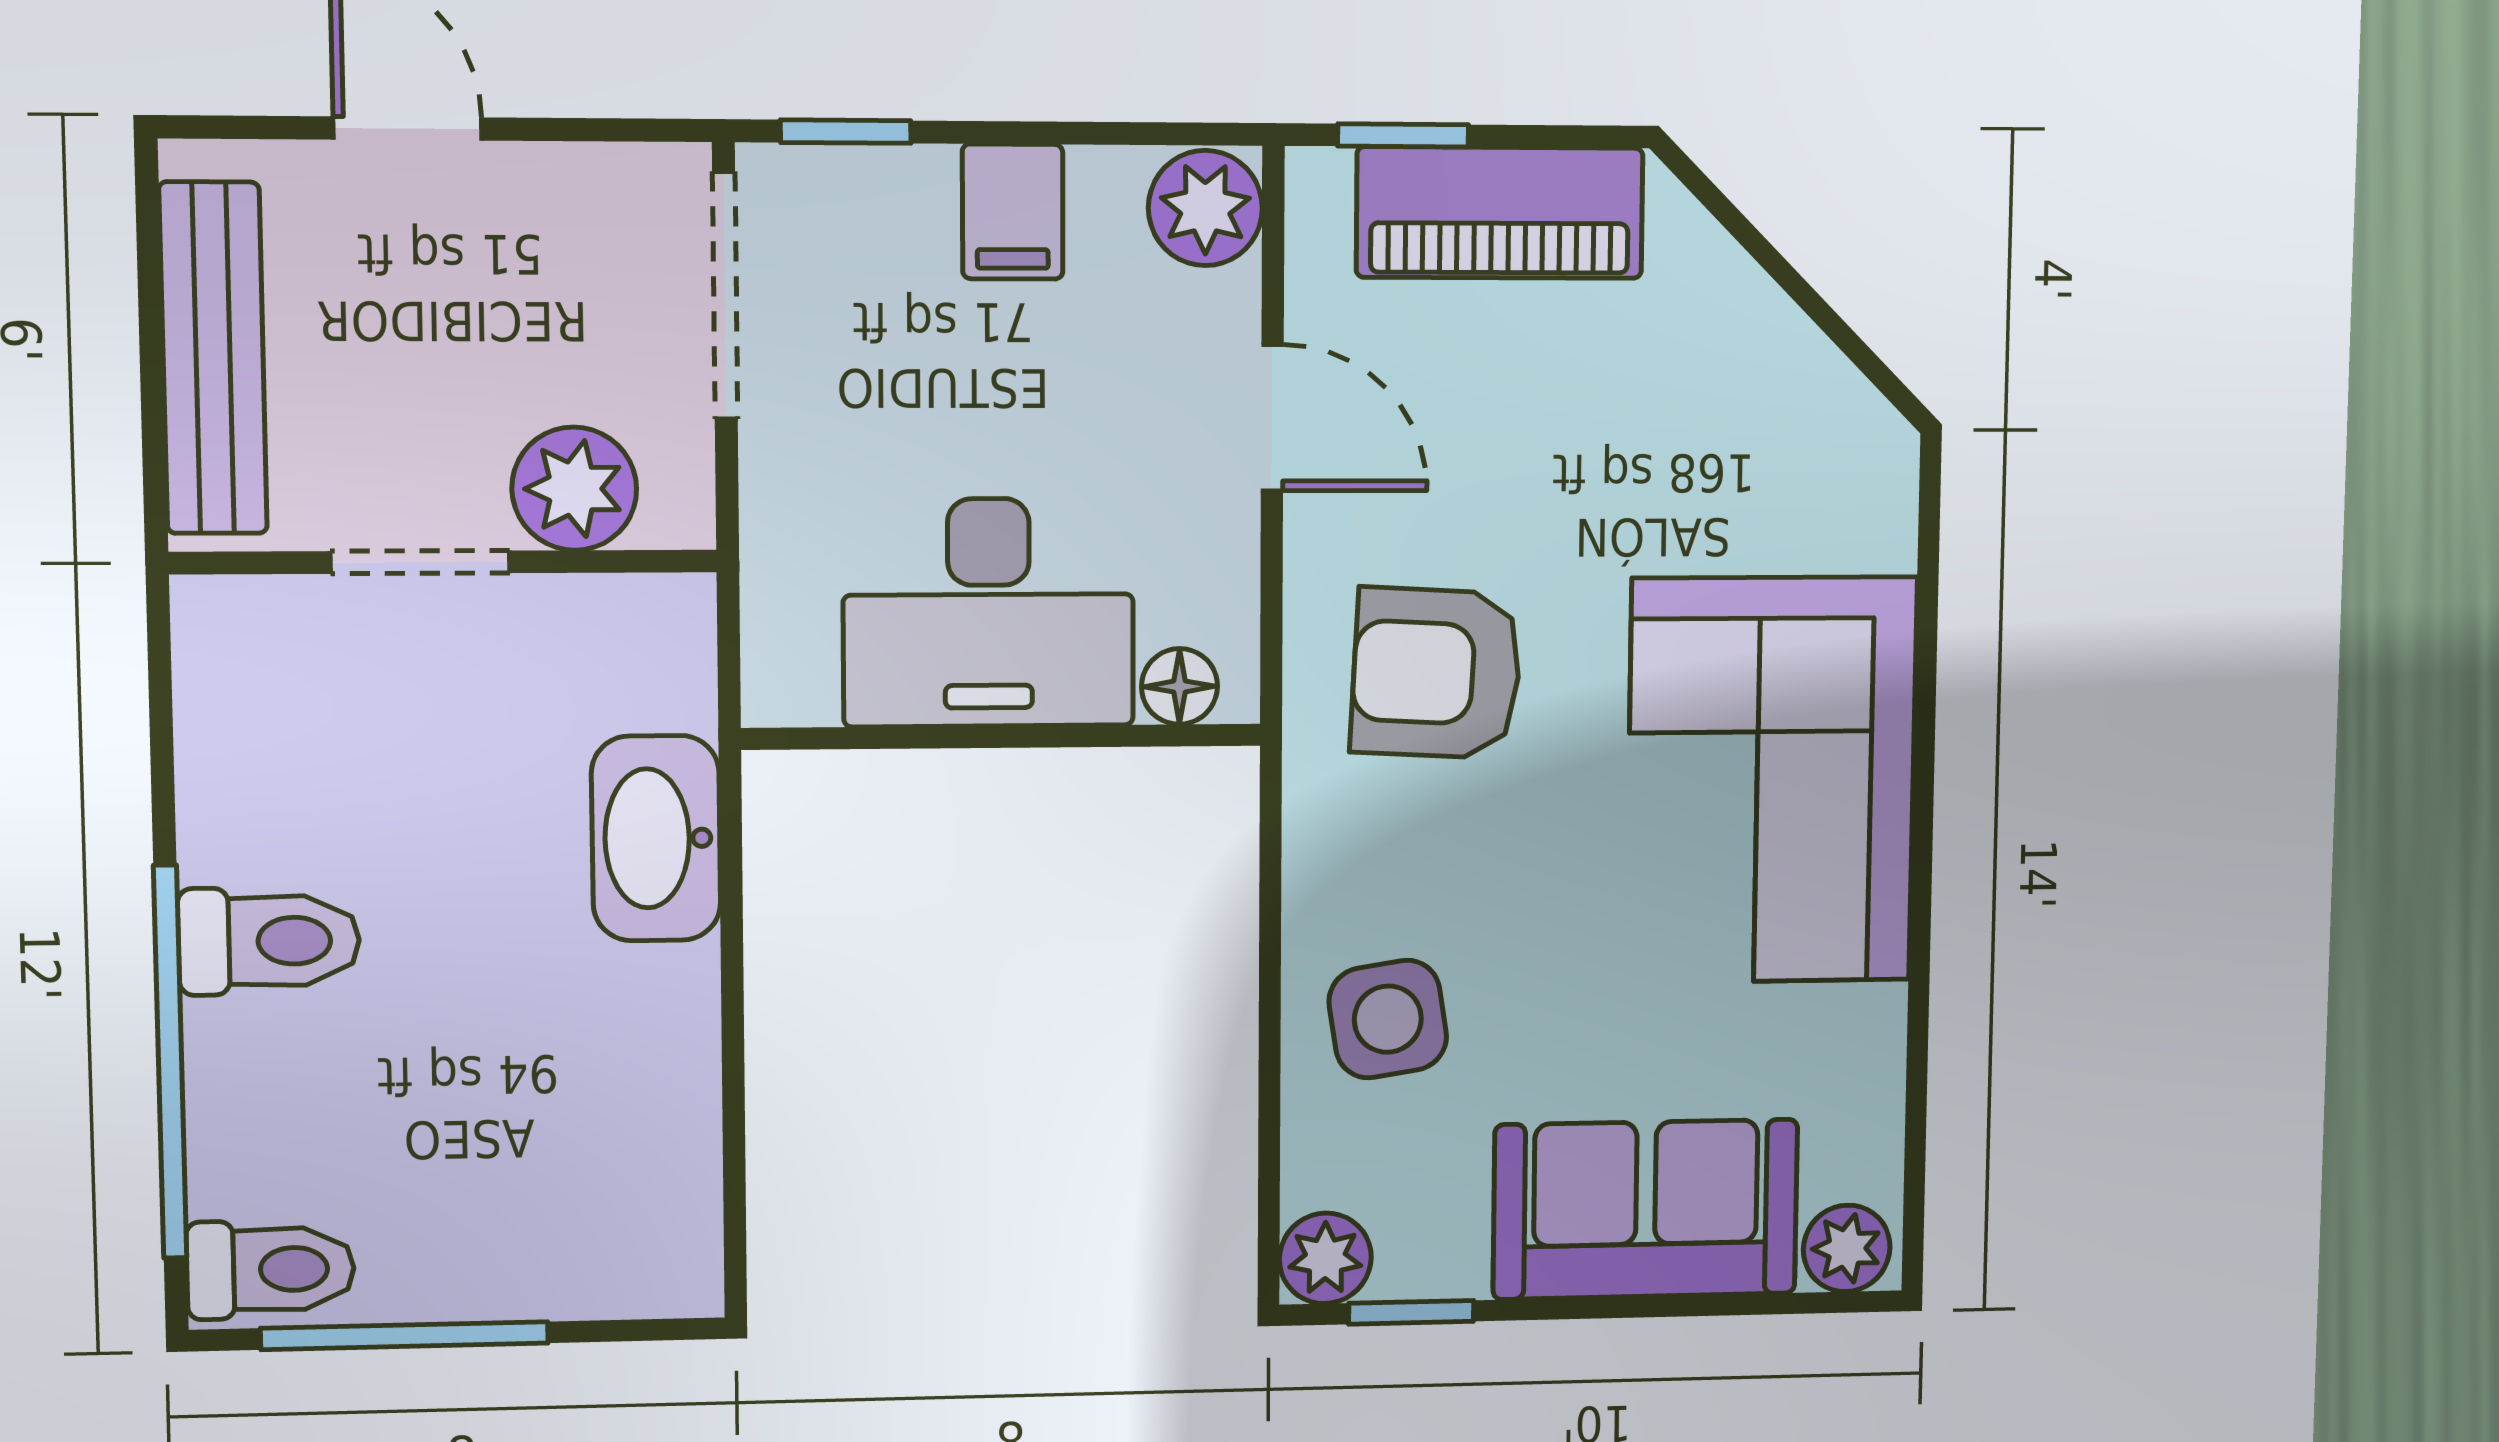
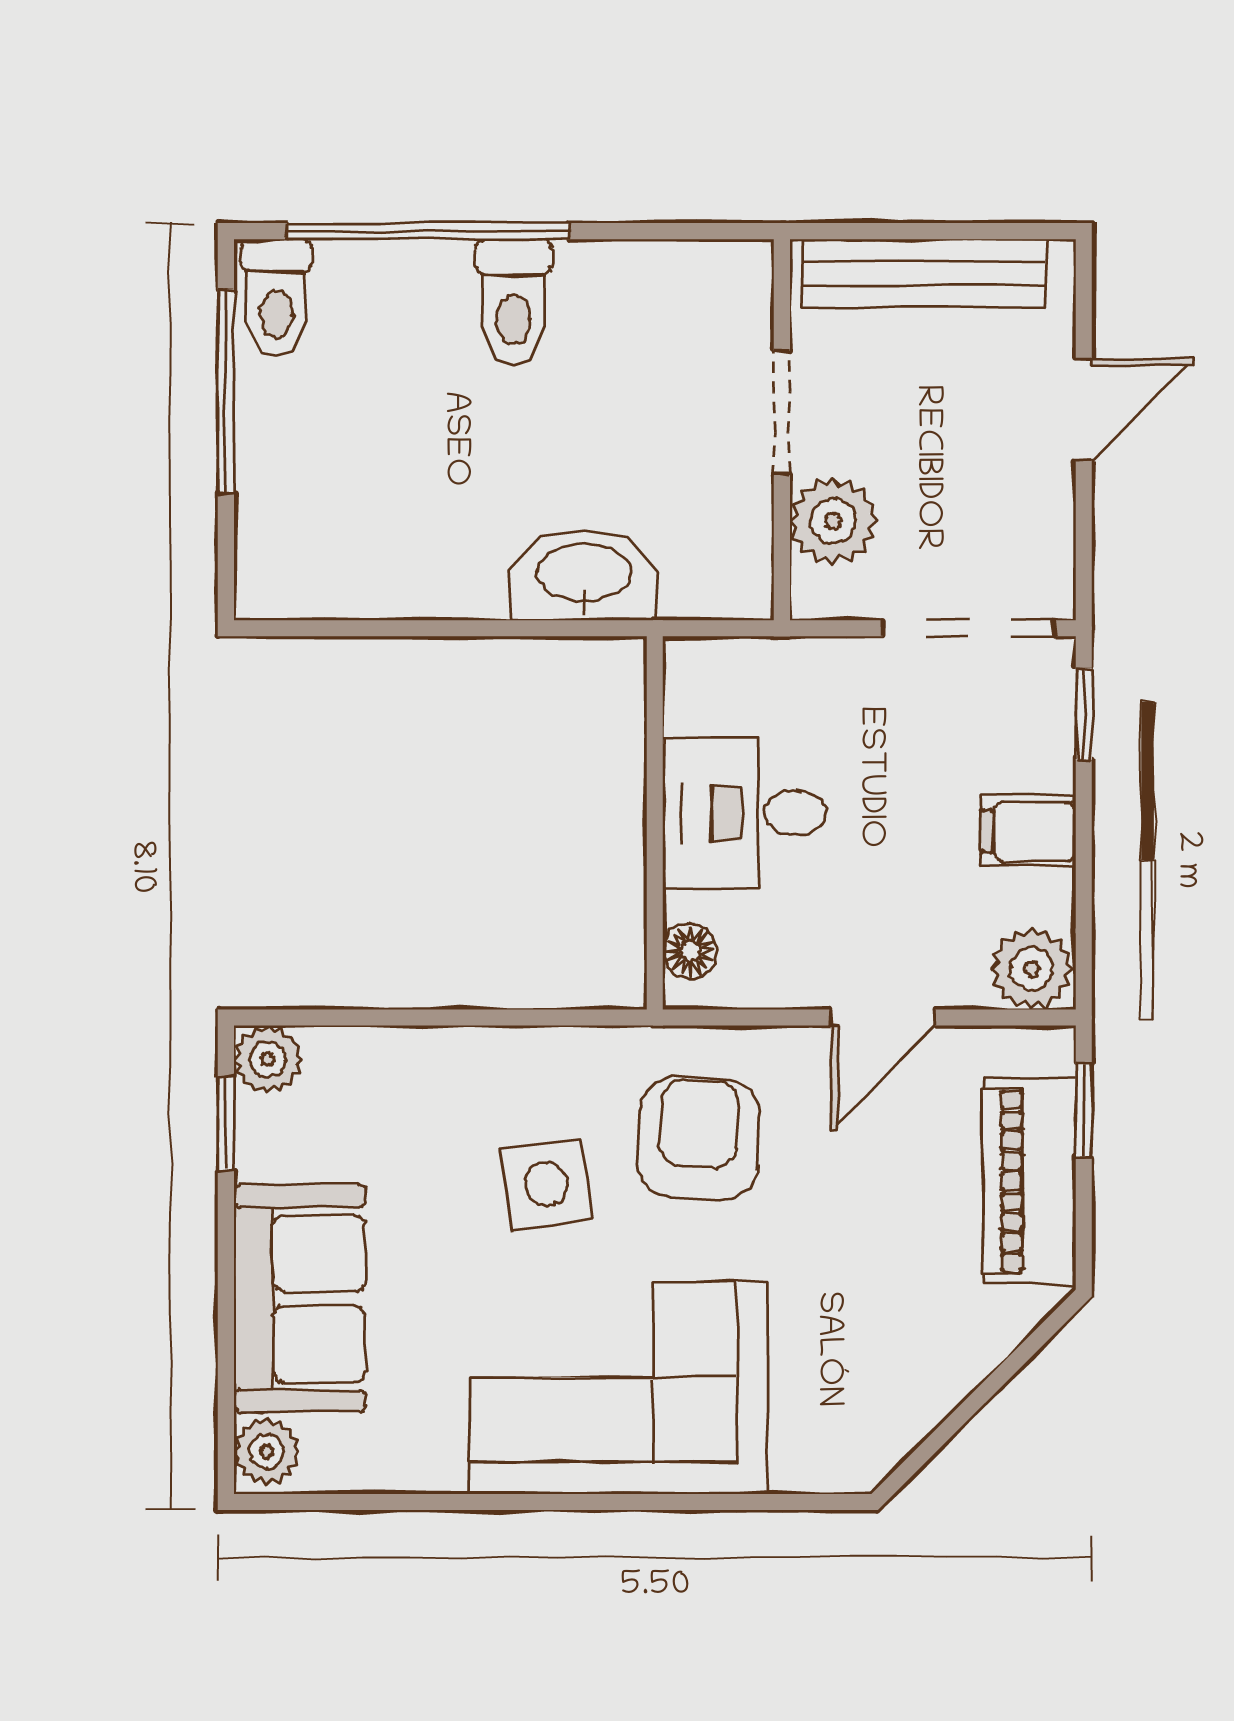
desk: (989, 613) -> (744, 813), width x0.73
side table: (1388, 1019) -> (546, 1184), moved

